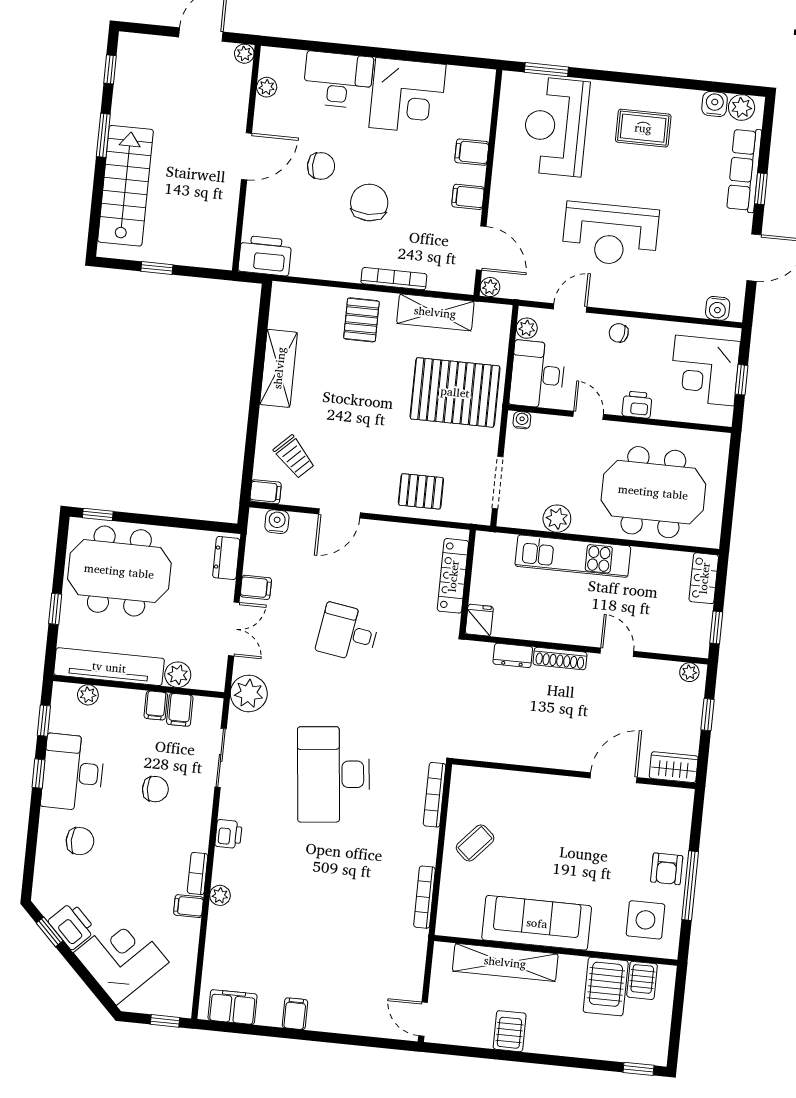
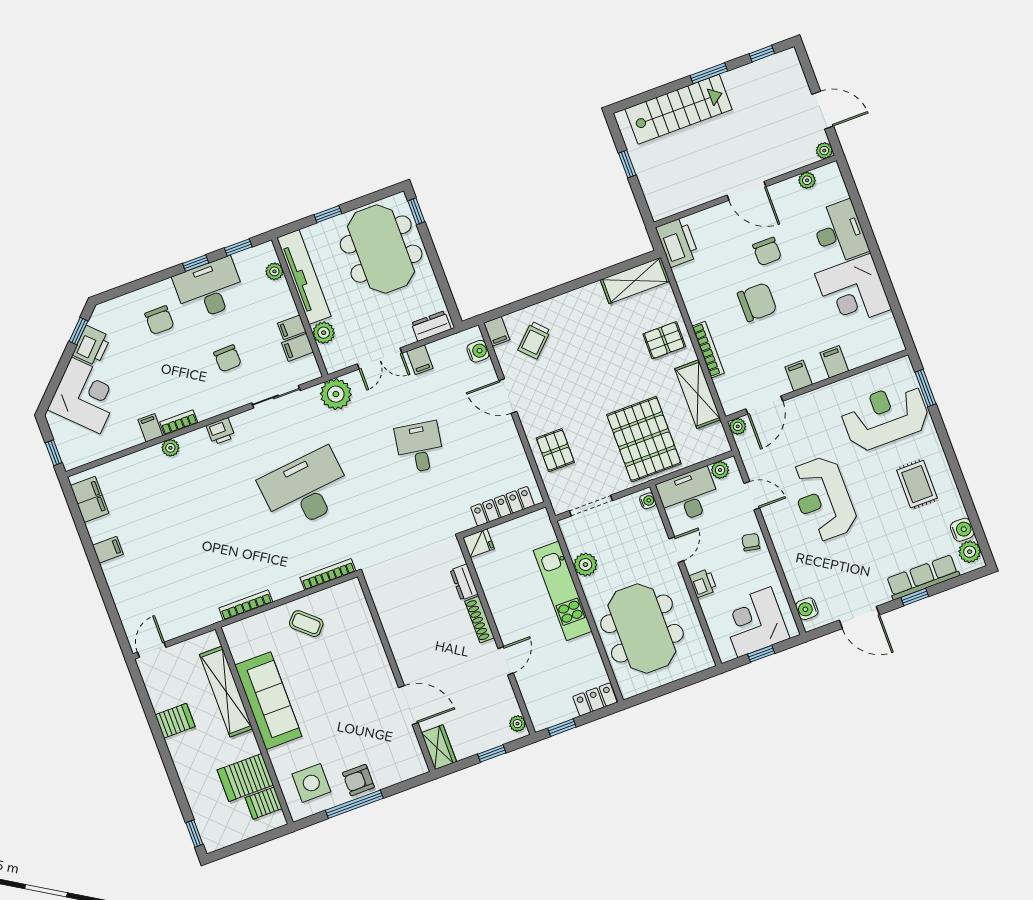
shelving: (279, 368) -> (635, 281), moved

